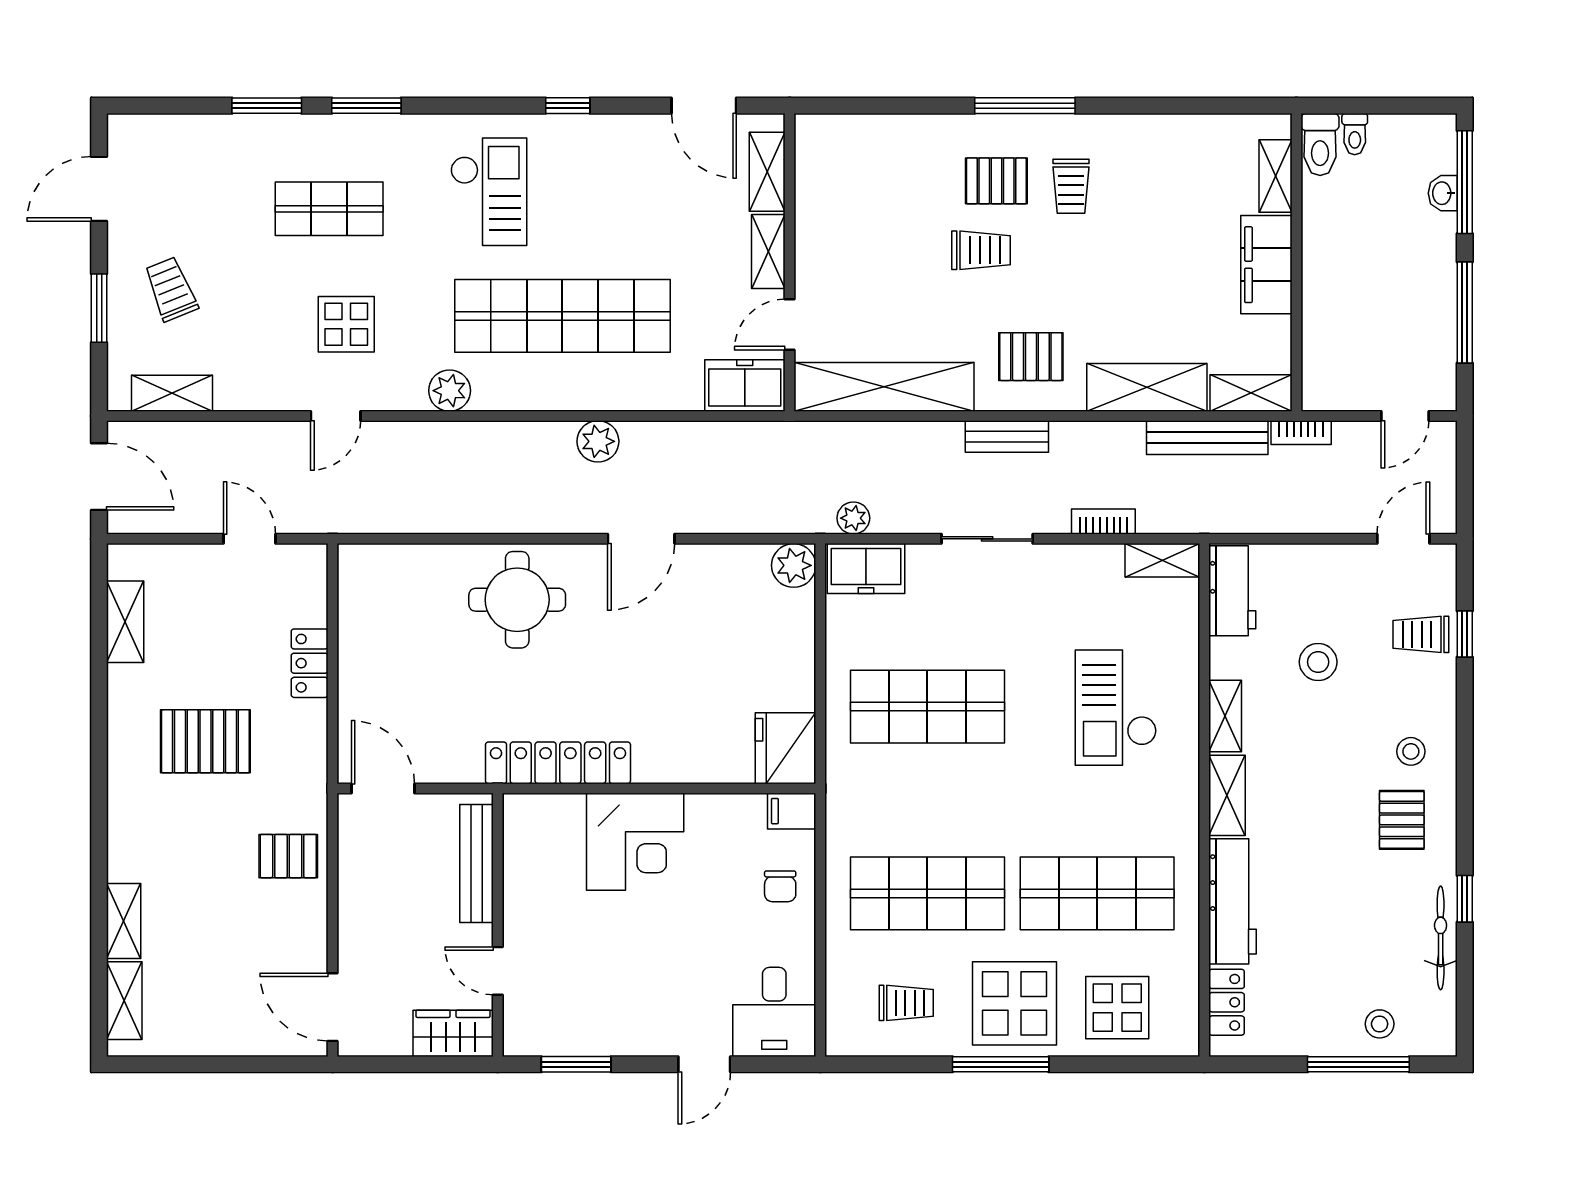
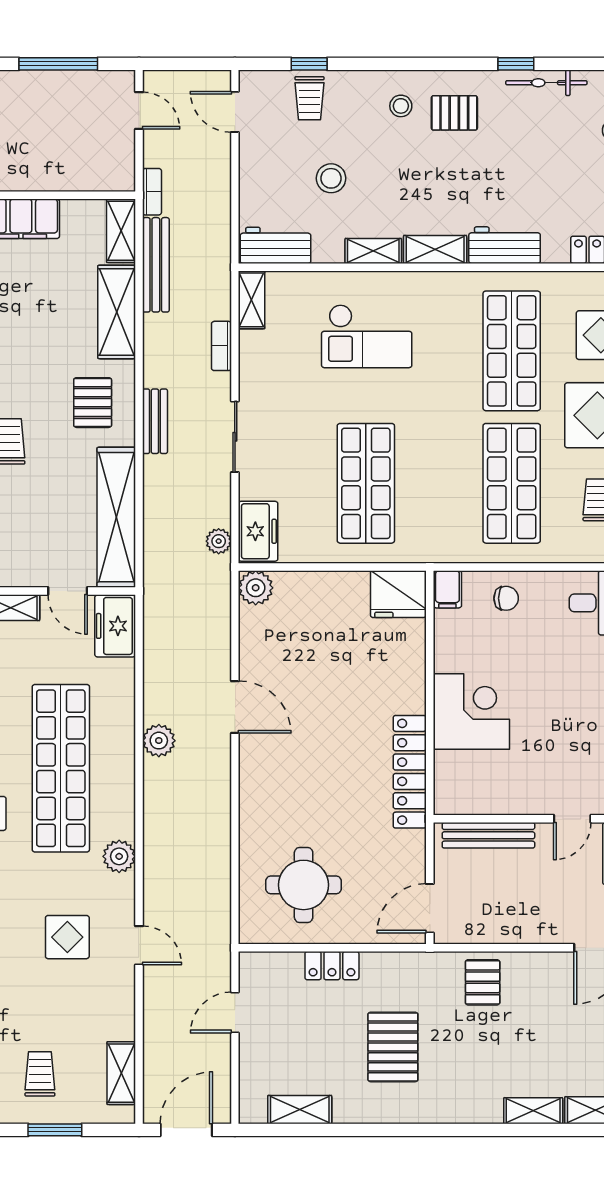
trolley: (171, 289) -> (40, 1074), turned 112
round table: (517, 600) -> (304, 885), moved
workbench: (1233, 901) -> (505, 245), width x0.73

